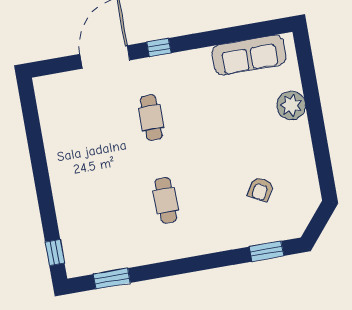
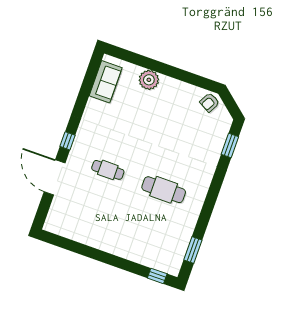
sofa: (249, 55) -> (106, 82), width x0.73
armchair: (261, 189) -> (210, 102), moved, turned 90
cafe table: (166, 200) -> (164, 190), width x1.37, depth x1.35

